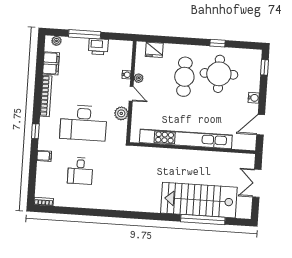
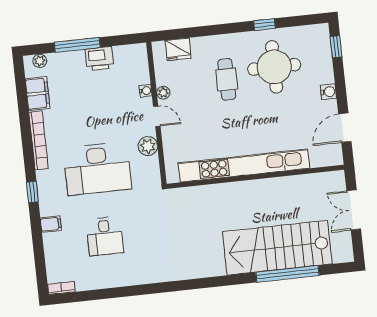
cafe table: (184, 77) -> (227, 79), width x0.73, depth x0.74

